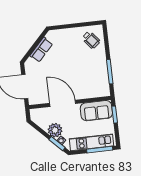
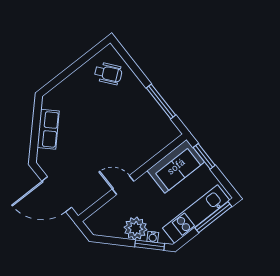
door: (63, 103) -> (123, 185), width x0.53

